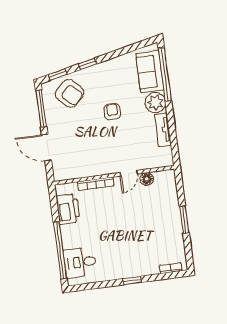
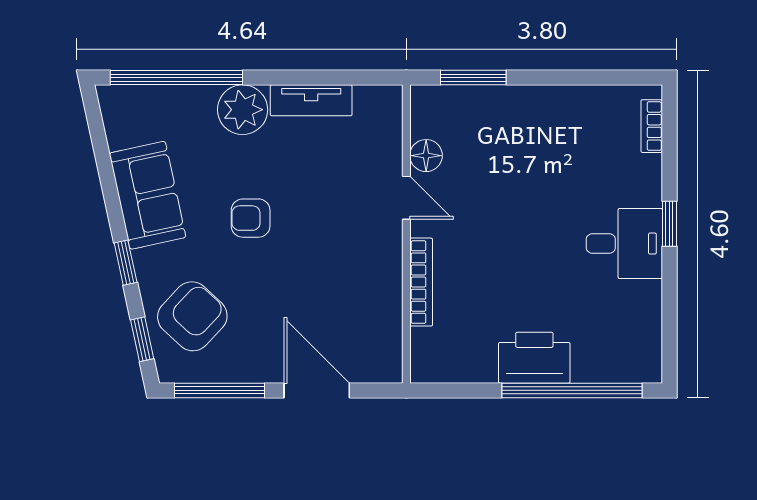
sofa: (150, 72) -> (148, 195), moved, turned -102
door: (46, 148) -> (317, 390), swing flipped
printer: (68, 209) -> (534, 358), moved
window: (184, 220) -> (473, 78), moved
desk: (80, 262) -> (624, 244), moved, turned -90

